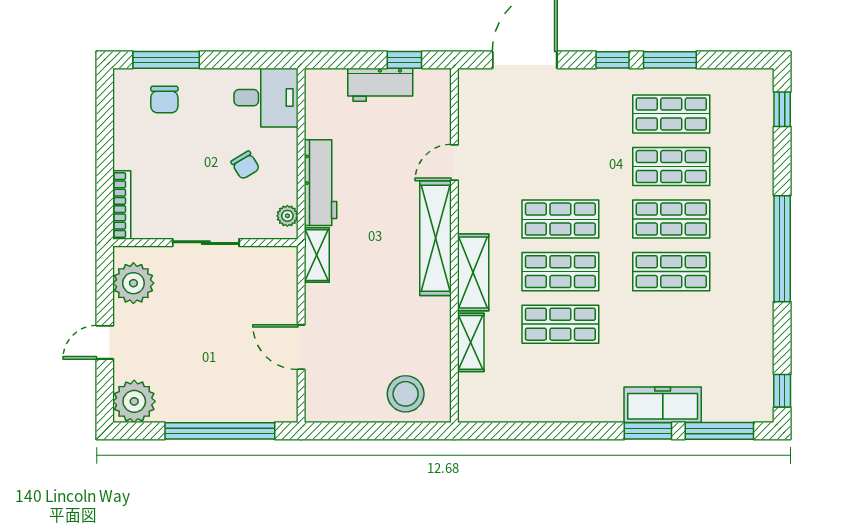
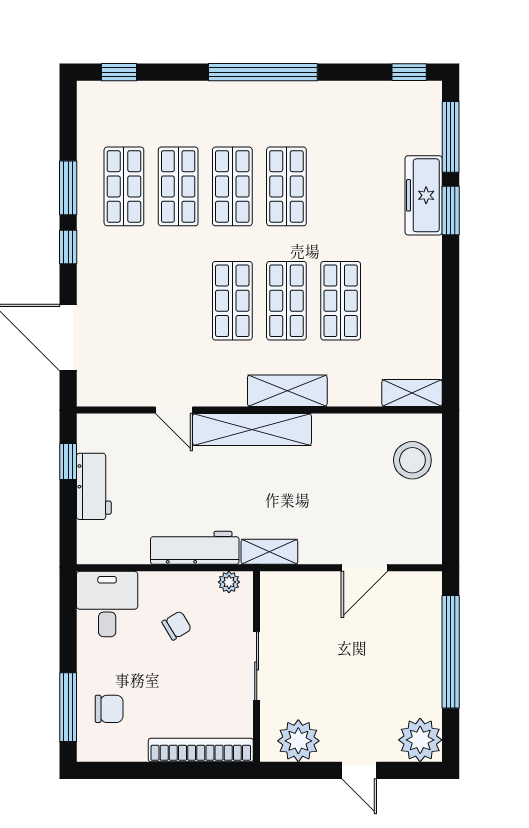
bookcase: (122, 205) -> (201, 750), width x1.48, depth x1.31
shelving: (471, 342) -> (412, 393), moved

